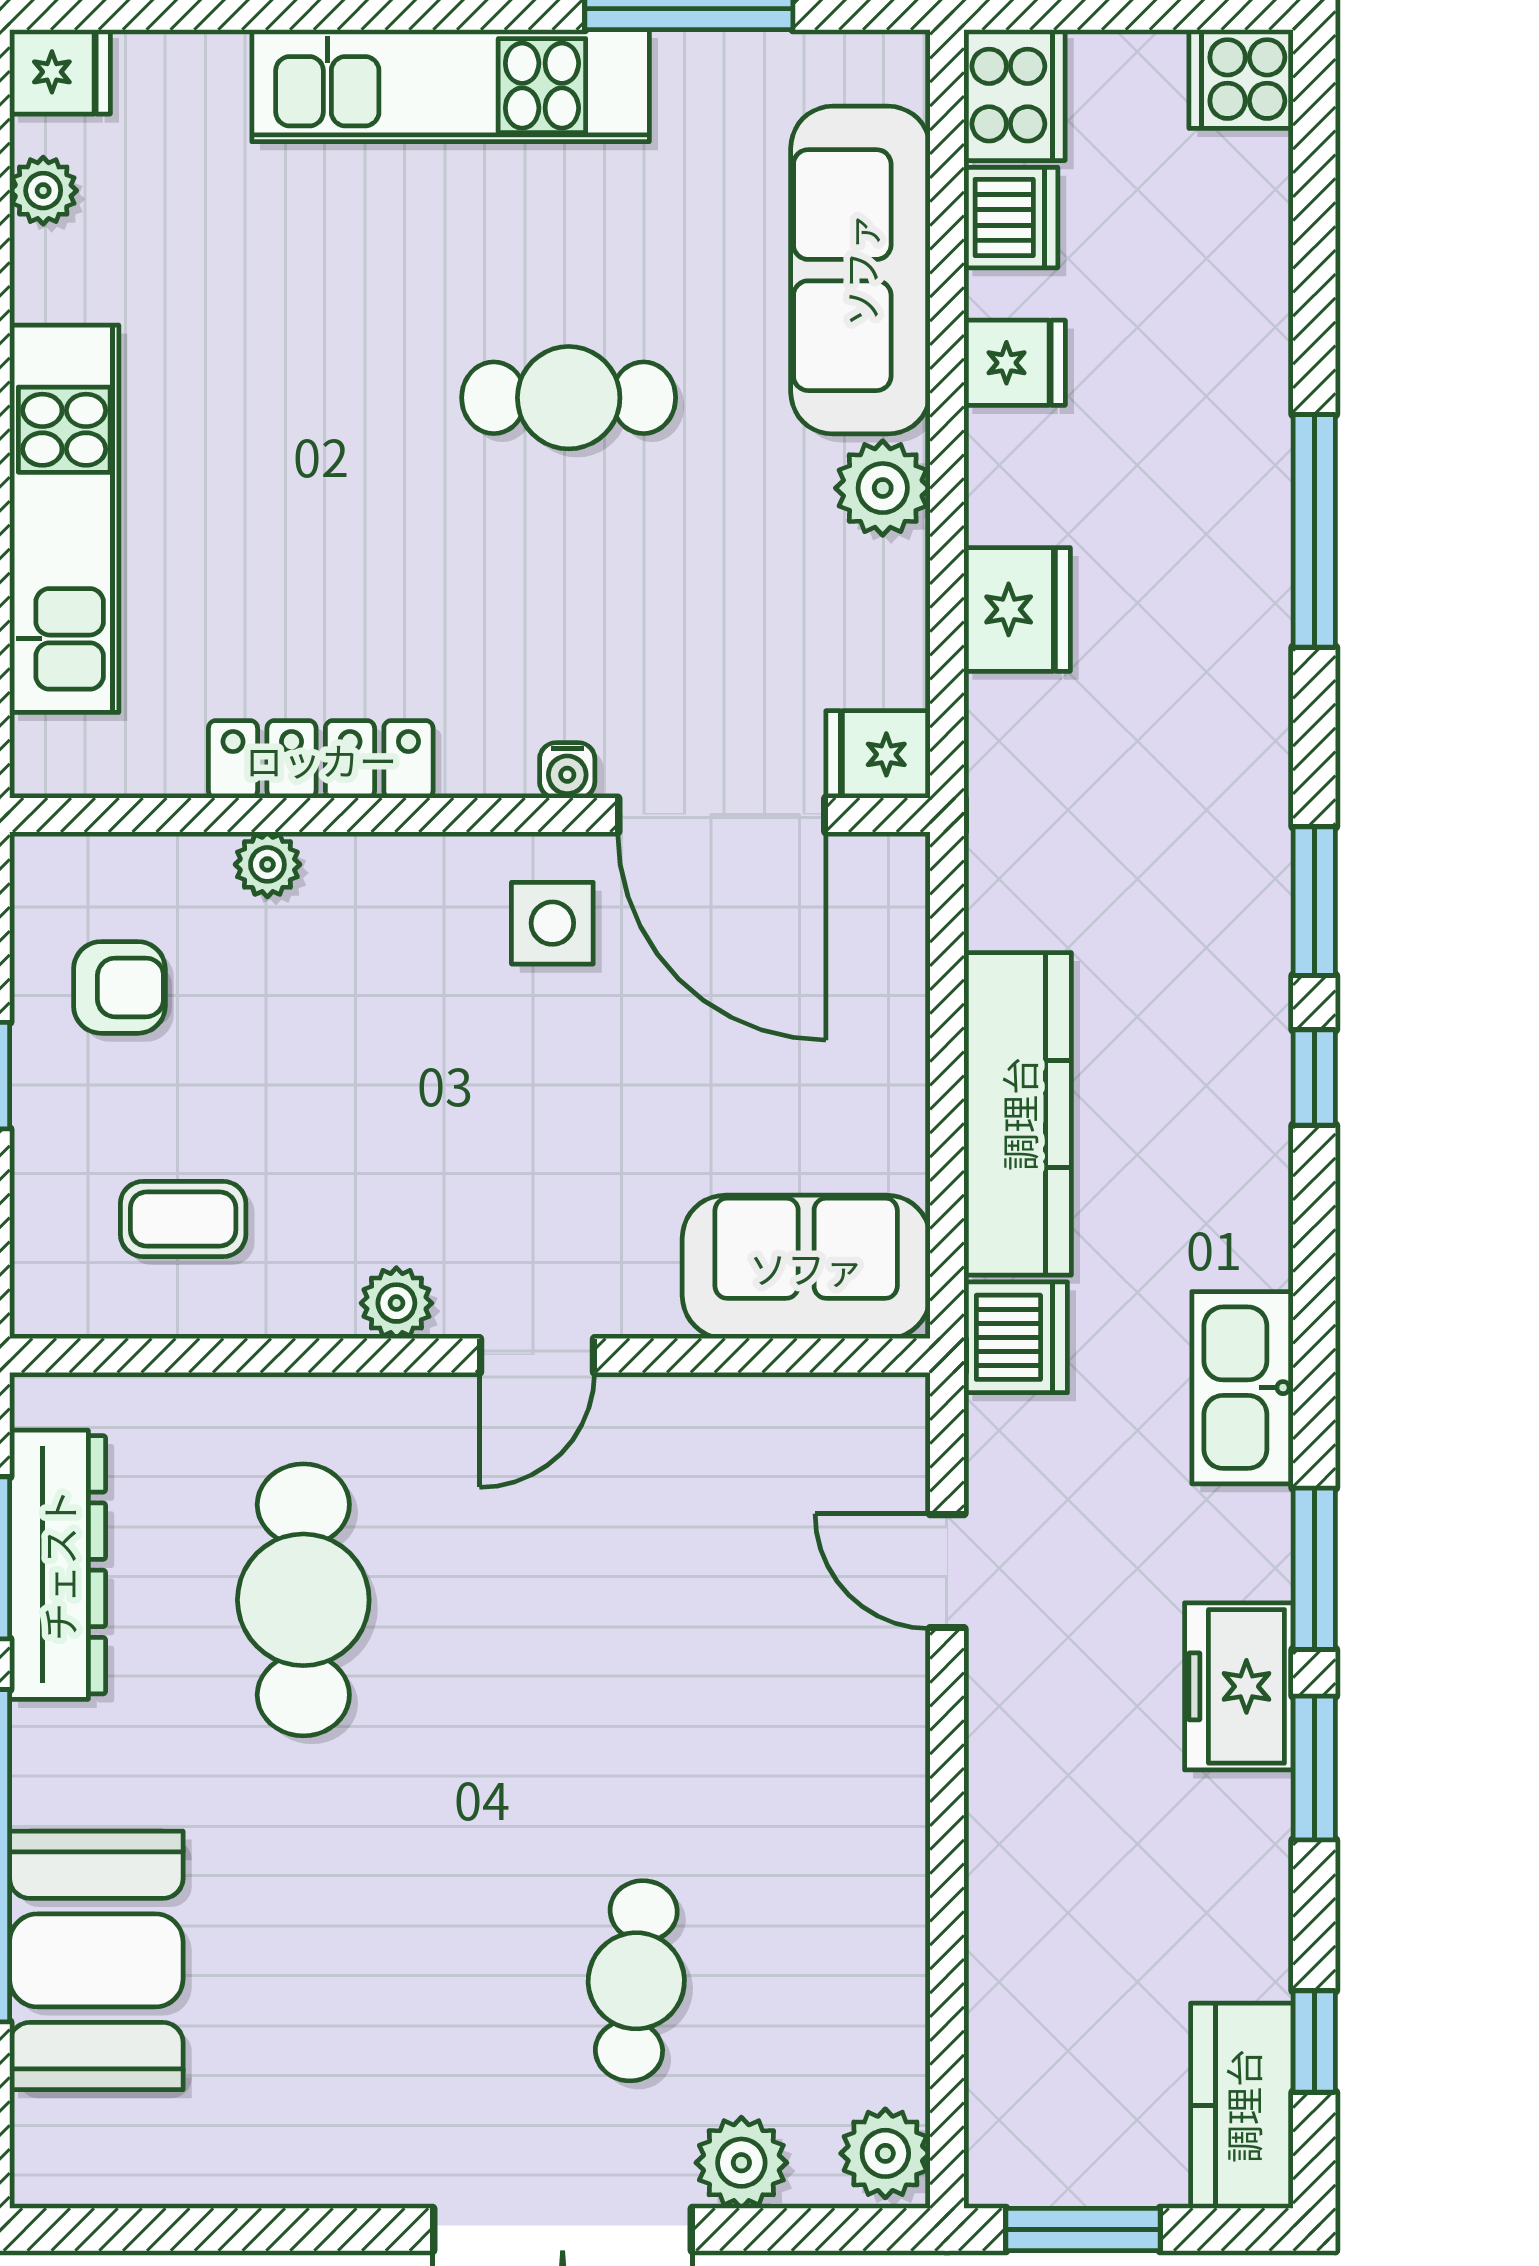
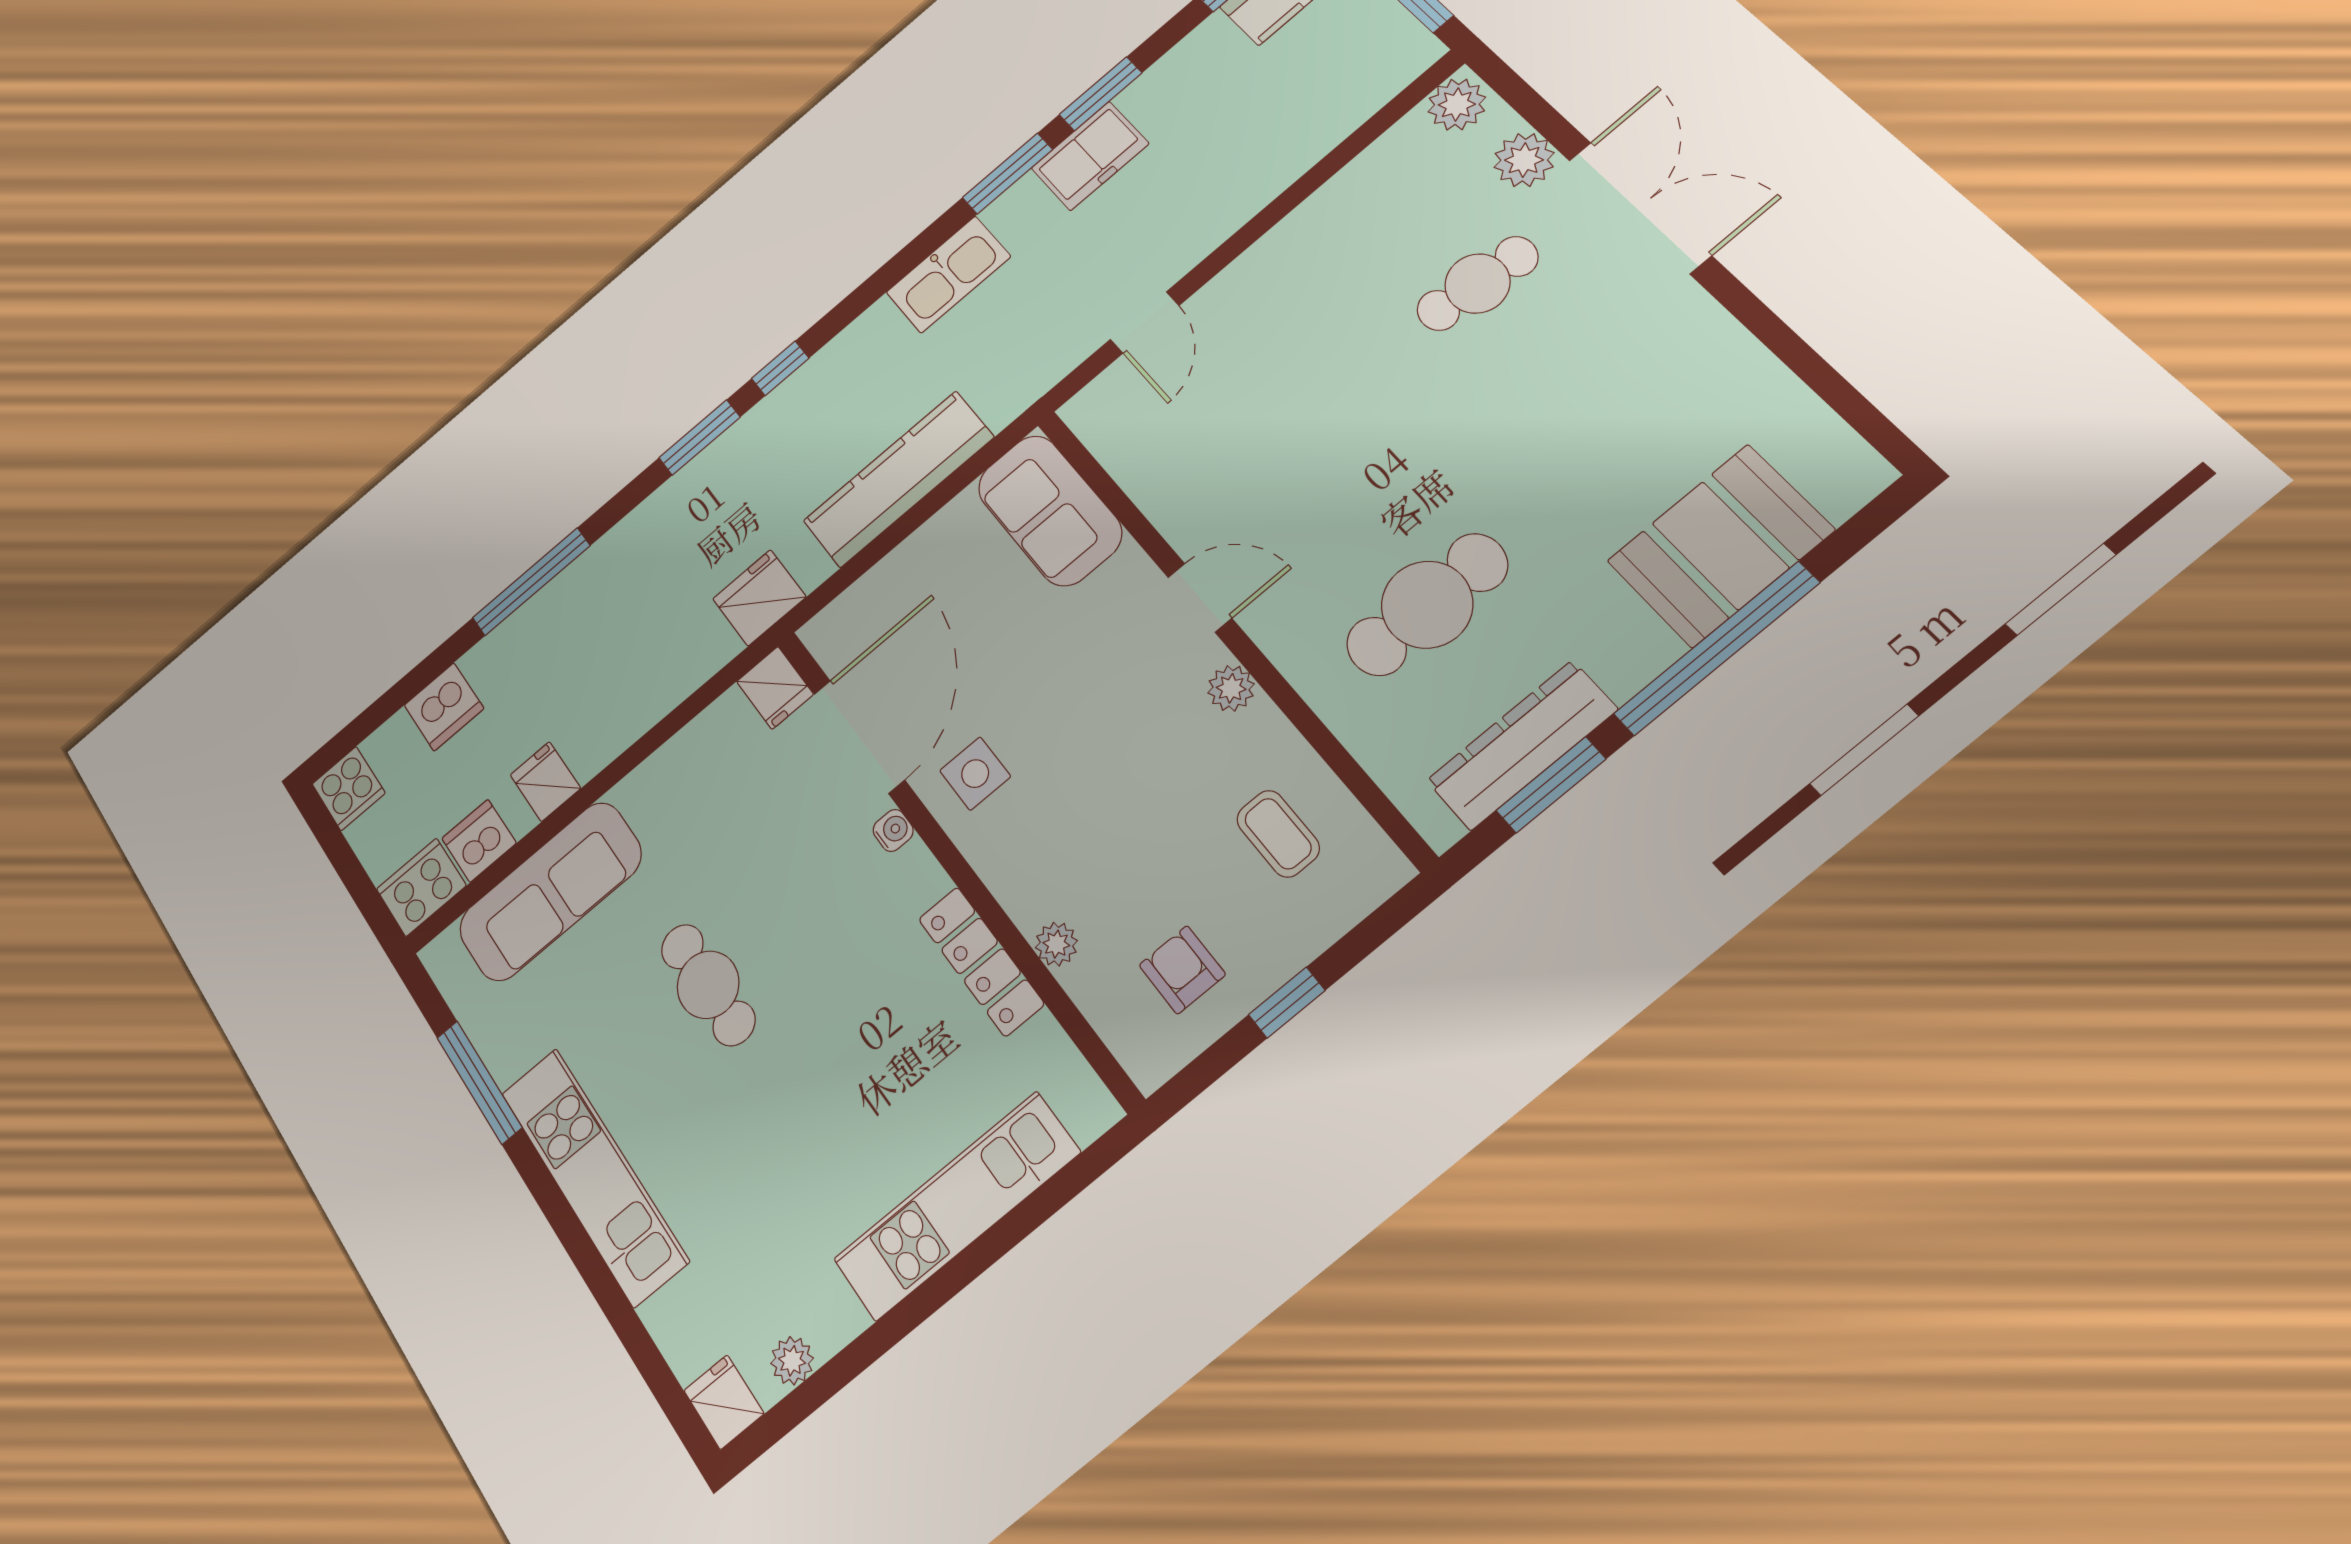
plant: (883, 488) -> (646, 793), removed
fridge: (1017, 609) -> (759, 598), moved
dishwasher: (1016, 1337) -> (444, 707), moved, turned 180

